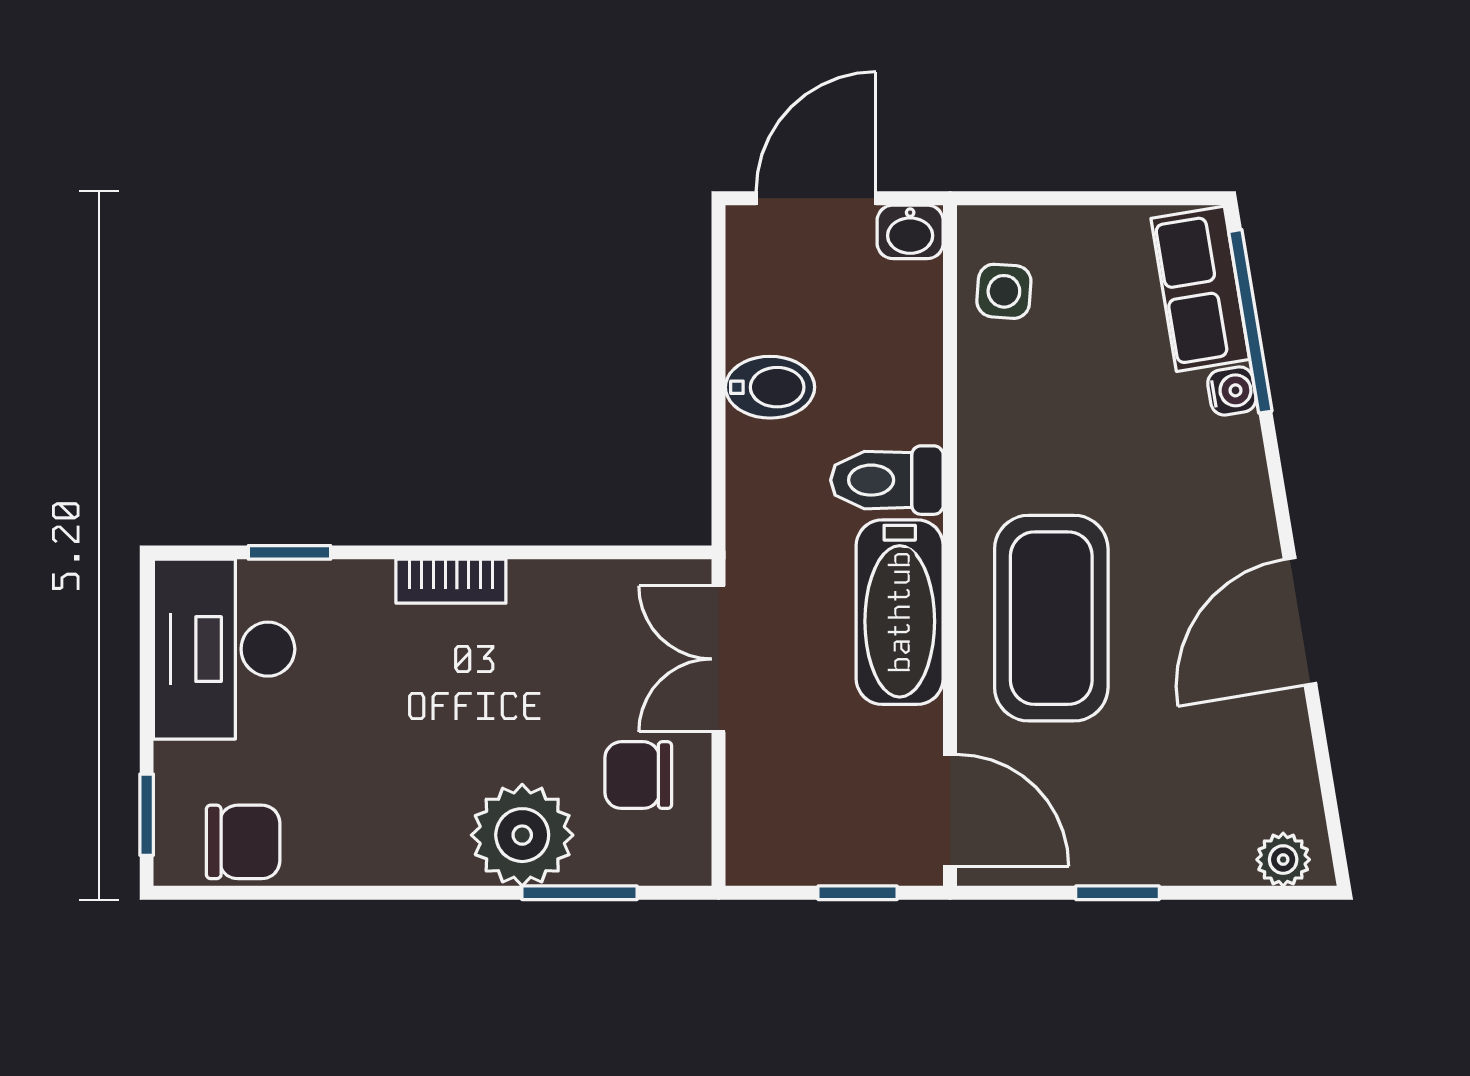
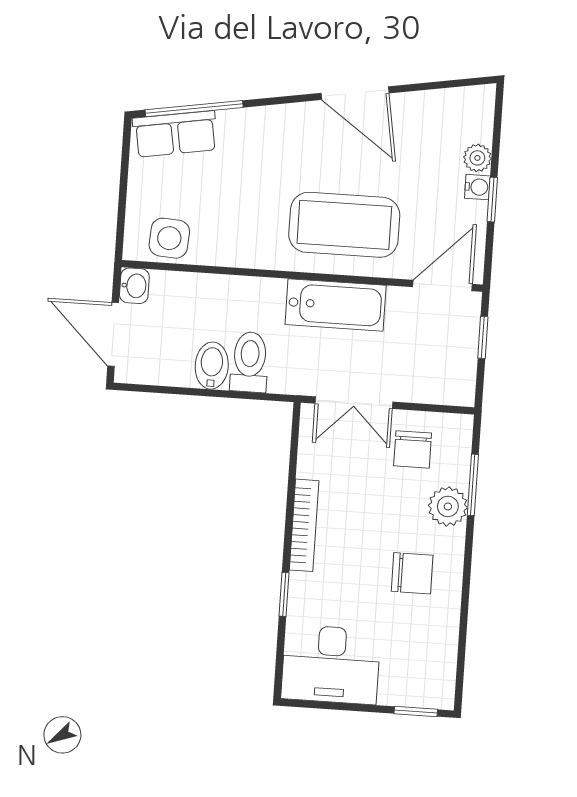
side table: (1004, 291) -> (169, 238), width x1.37, depth x1.37
water cooler: (1232, 391) -> (477, 187), moved, turned 99
toilet: (887, 480) -> (250, 362), moved, turned 180
window: (289, 552) -> (284, 594), moved
bookcase: (451, 581) -> (304, 525), width x1.56
plant: (522, 835) -> (448, 506), width x0.73, depth x0.73
chair: (243, 842) -> (412, 573), moved, turned 90
plant: (1283, 860) -> (477, 158), moved

